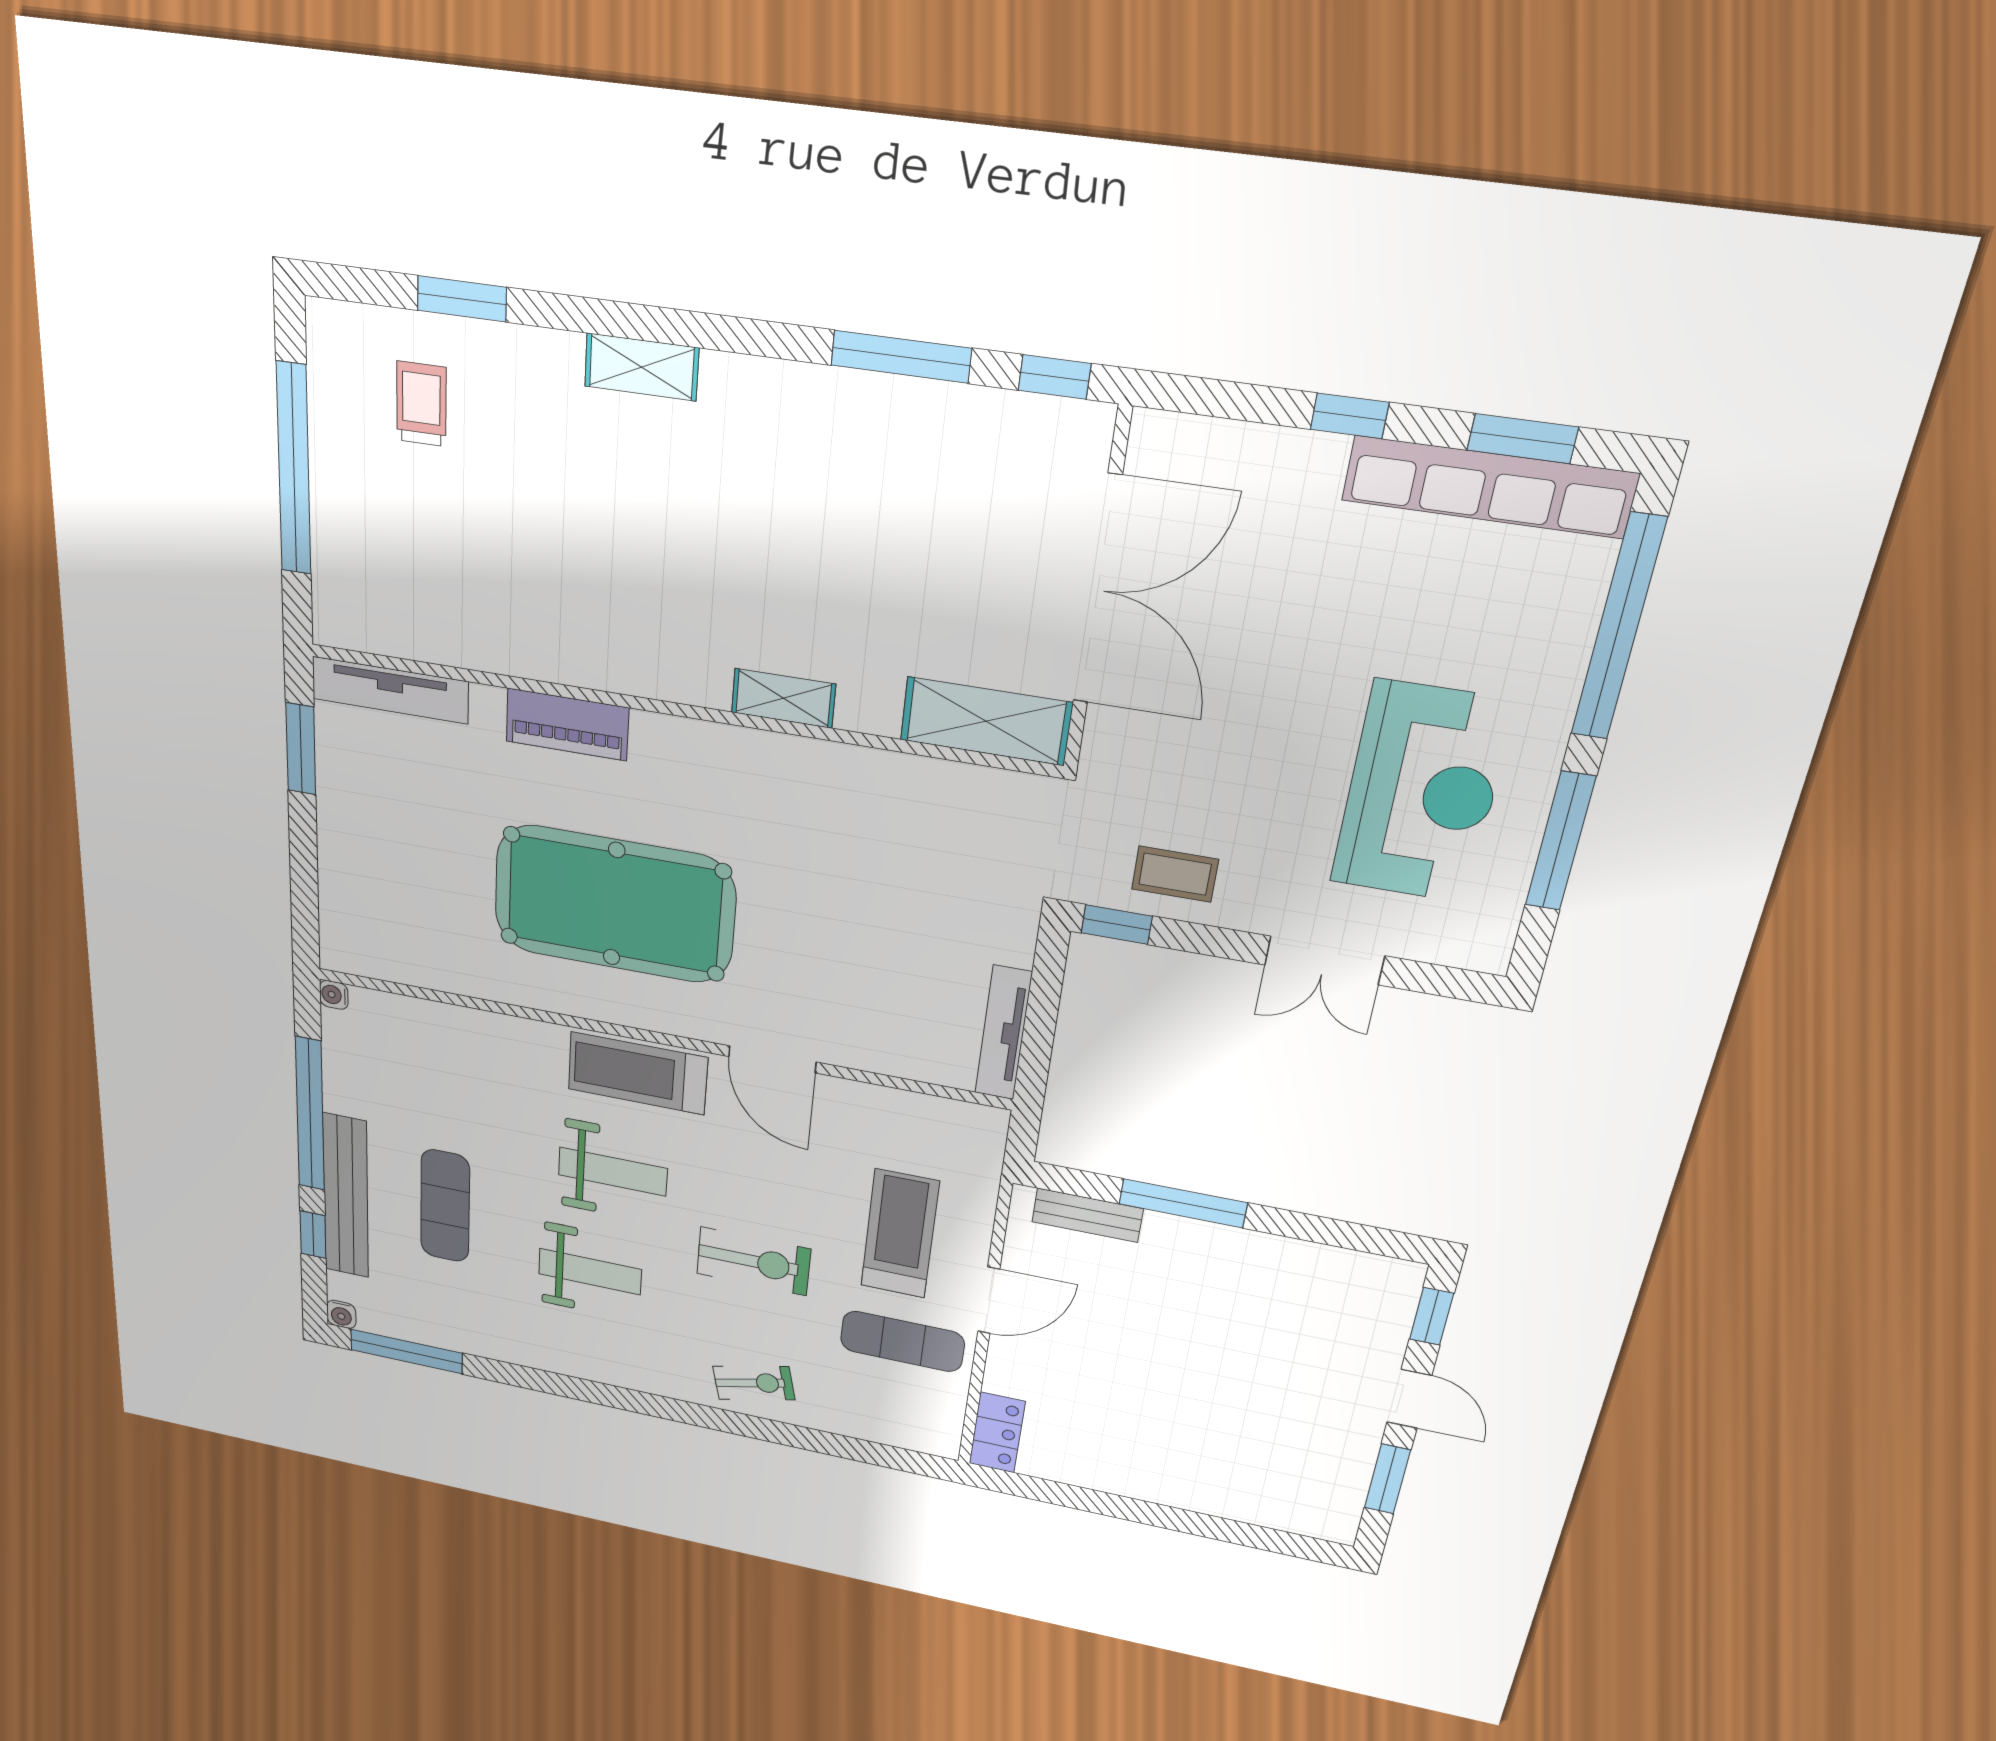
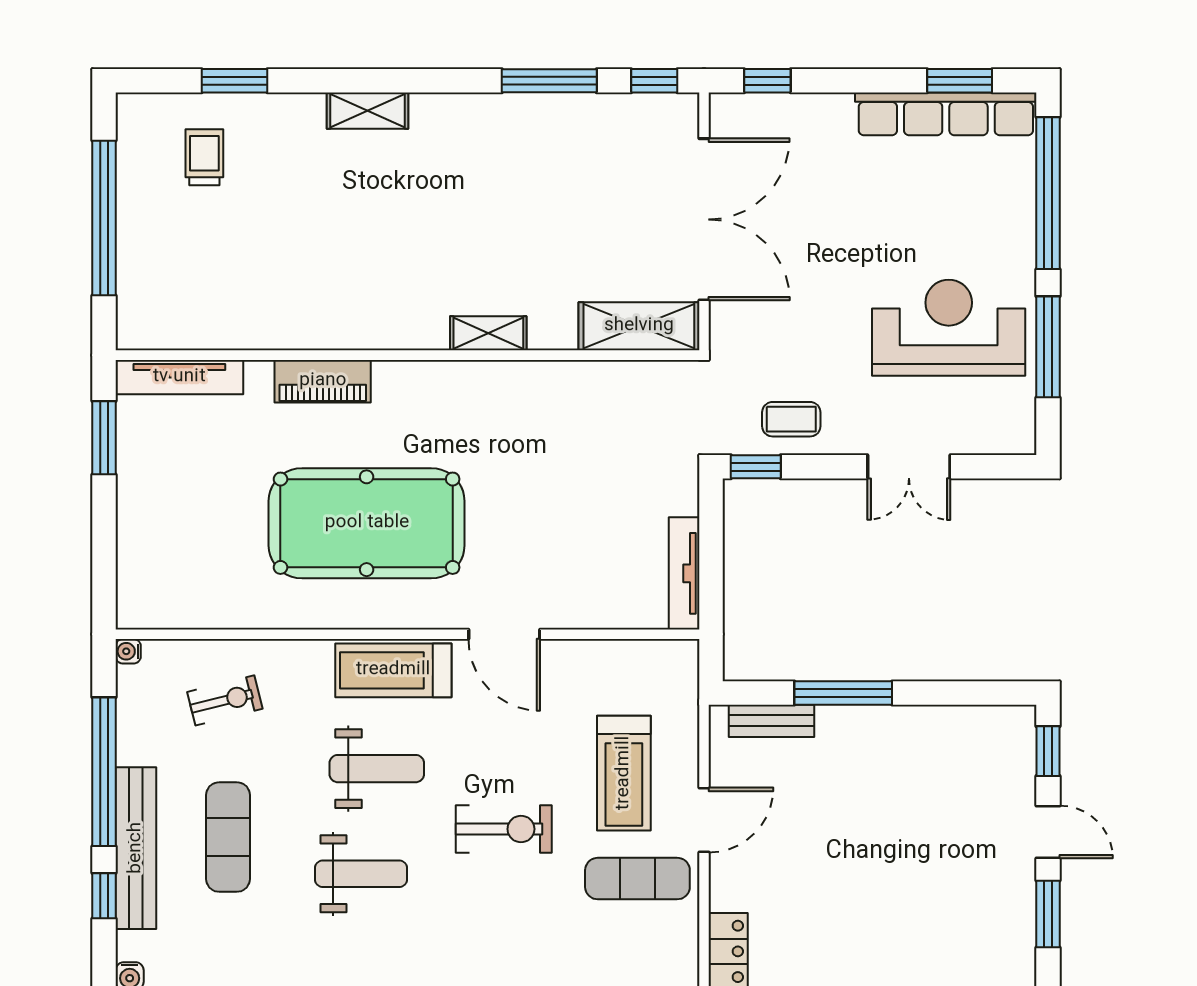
window: (1350, 416) -> (767, 81), moved
reception desk: (1421, 792) -> (949, 328), turned -90
treadmill: (900, 1234) -> (624, 773), turned 180
exercise bike: (754, 1383) -> (225, 700), moved

